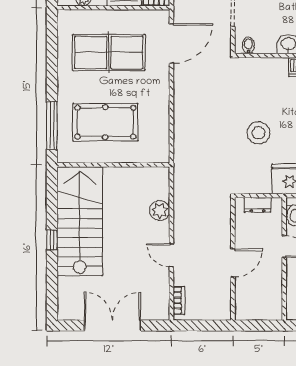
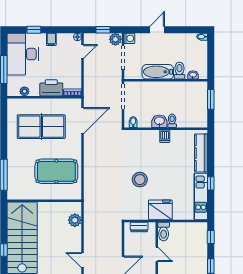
pool table: (105, 122) -> (56, 171), moved
plant: (160, 211) -> (75, 220), moved

